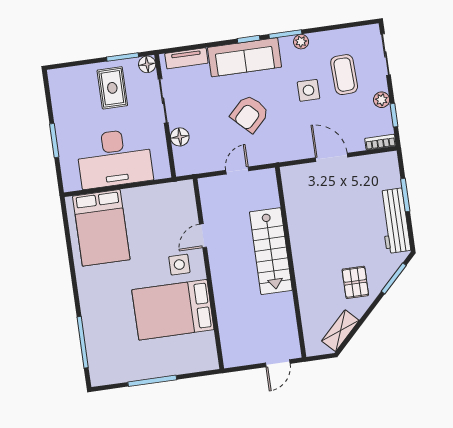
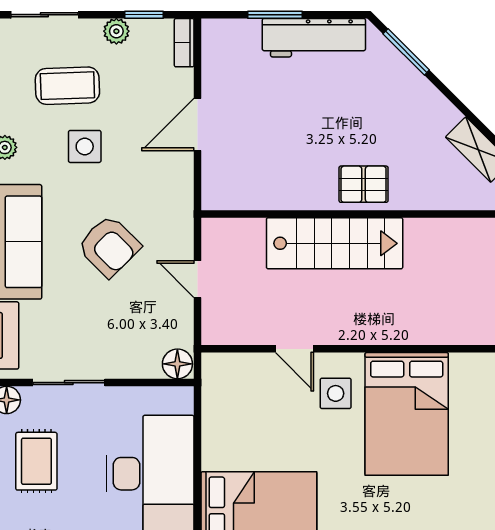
rug: (112, 88) -> (36, 461), turned 90
floor lamp: (180, 137) -> (177, 364), moved
pallet: (355, 282) -> (364, 184), moved

